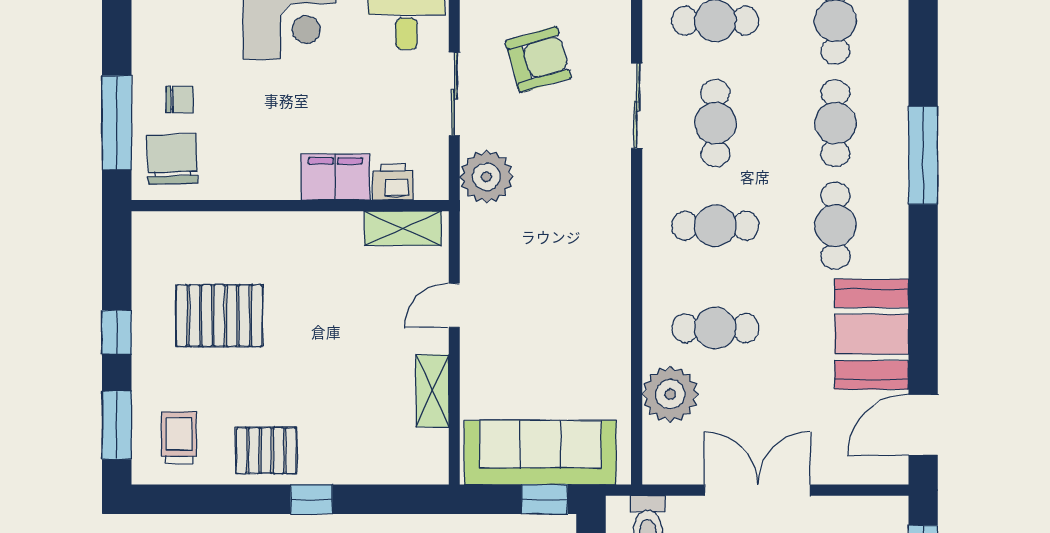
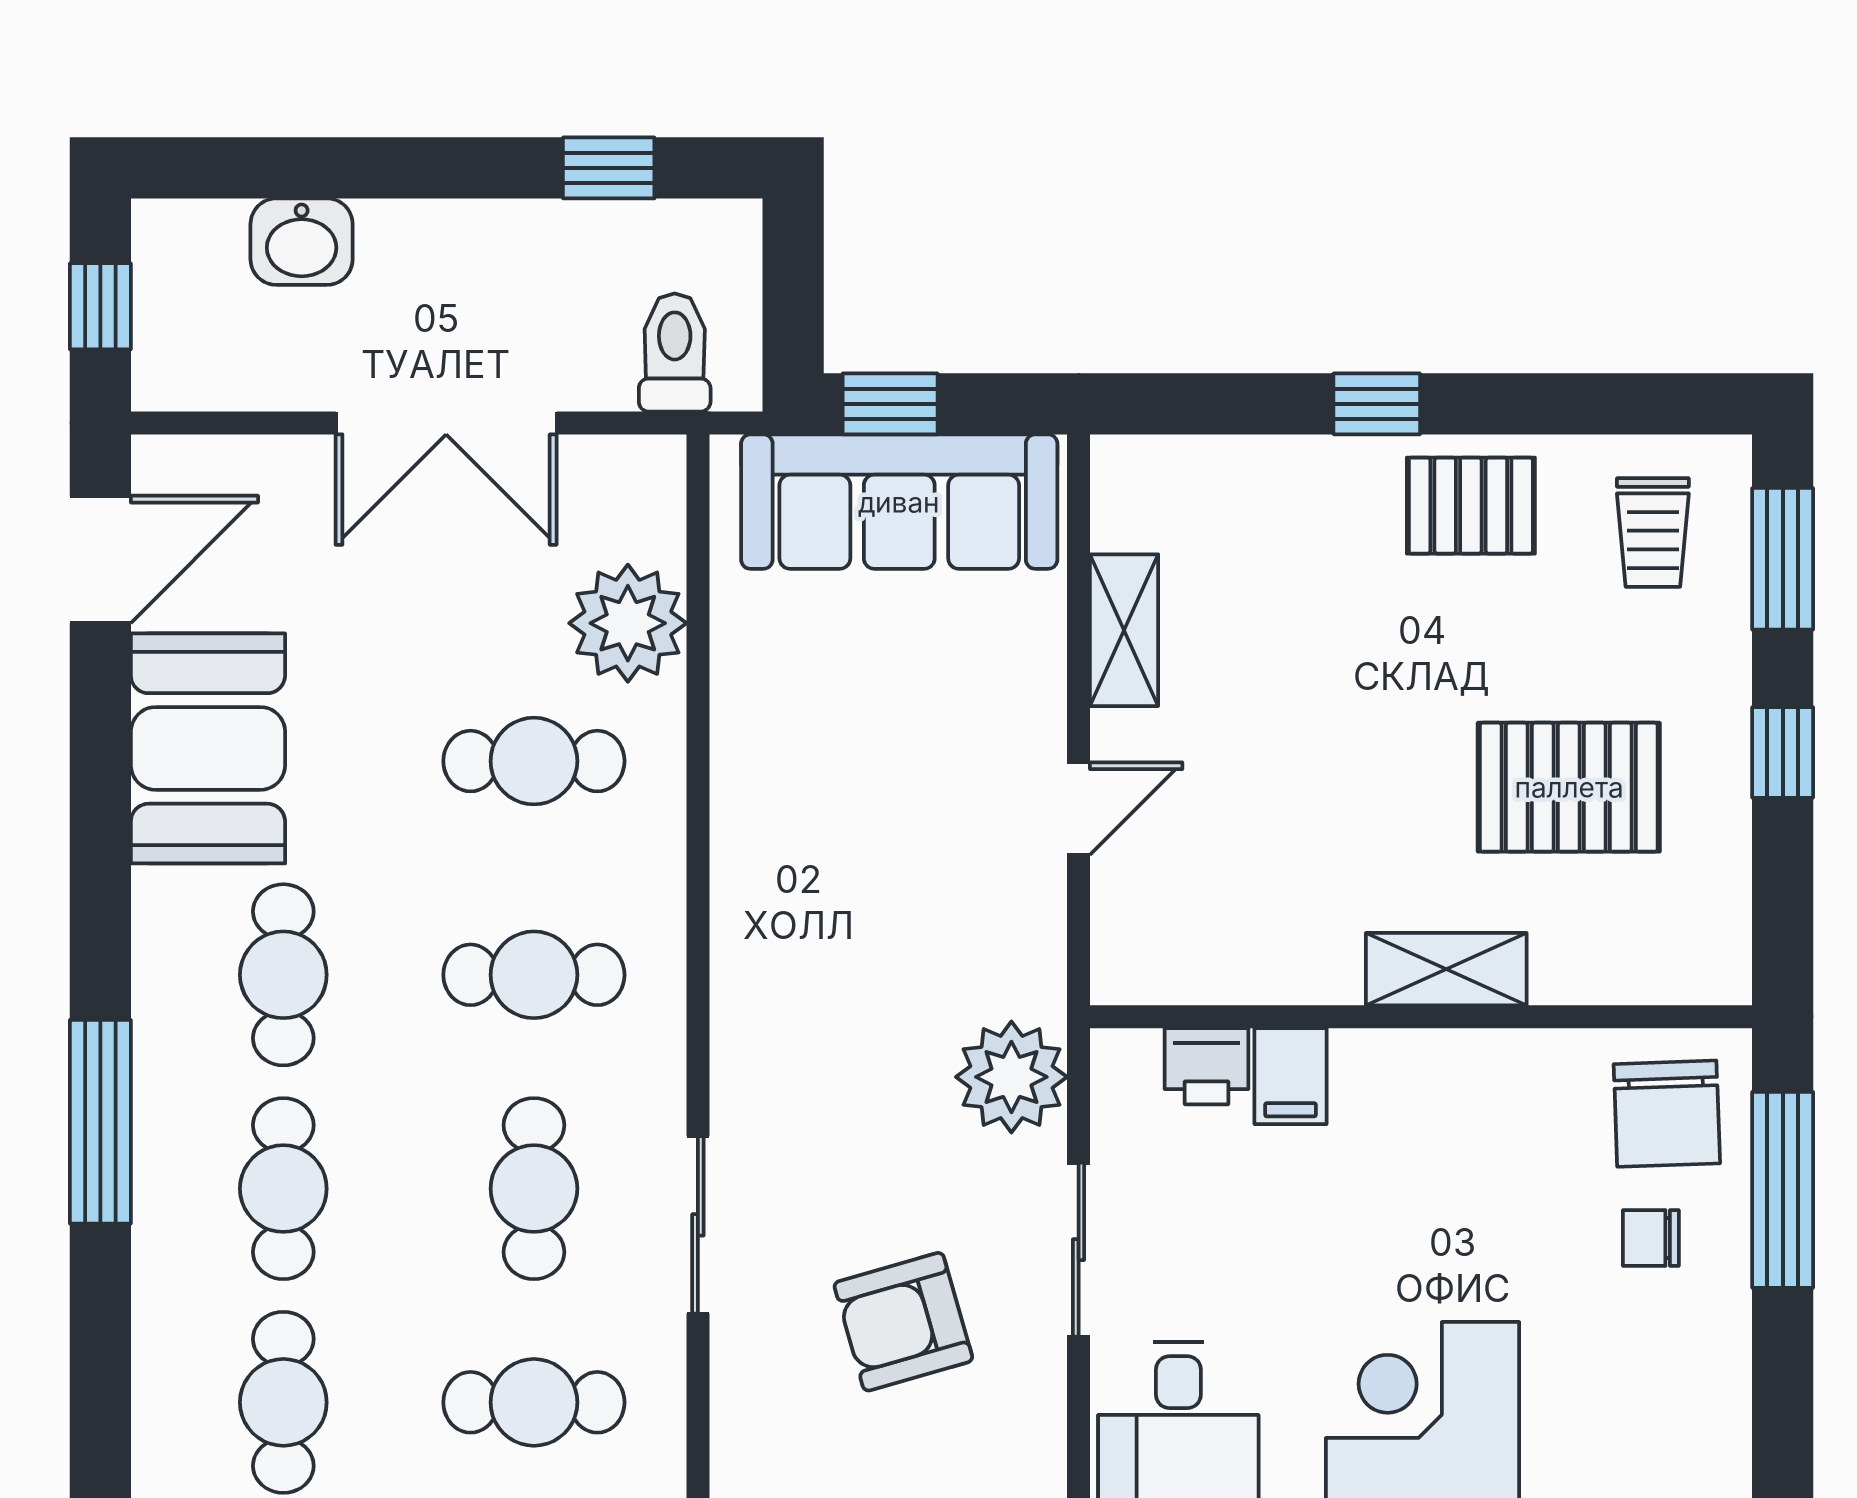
filing cabinet: (335, 177) -> (1291, 1076), width x0.50
shelving: (403, 228) -> (1446, 969), moved

